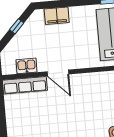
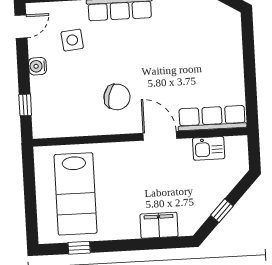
chair: (86, 97) -> (117, 97), added

